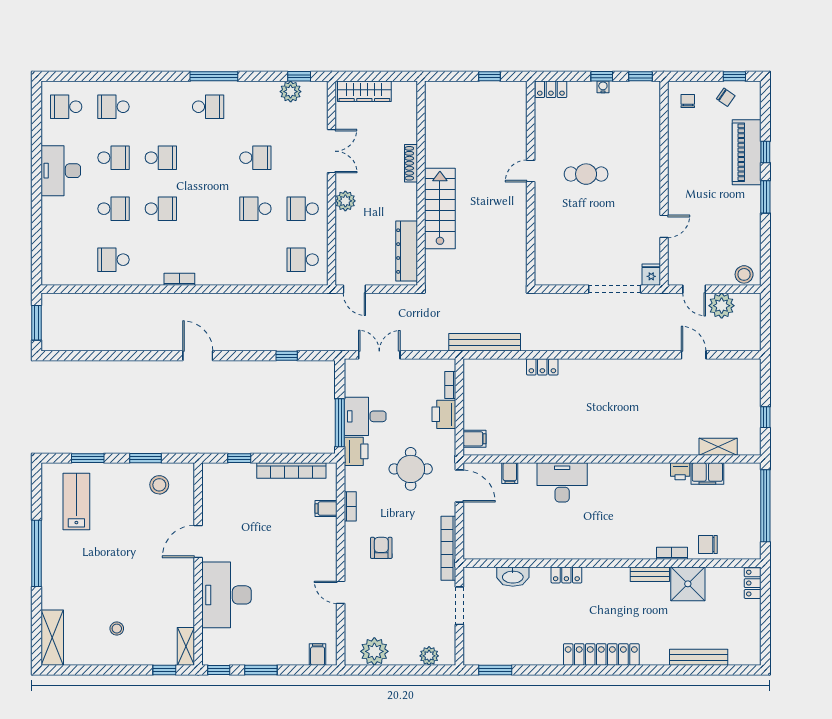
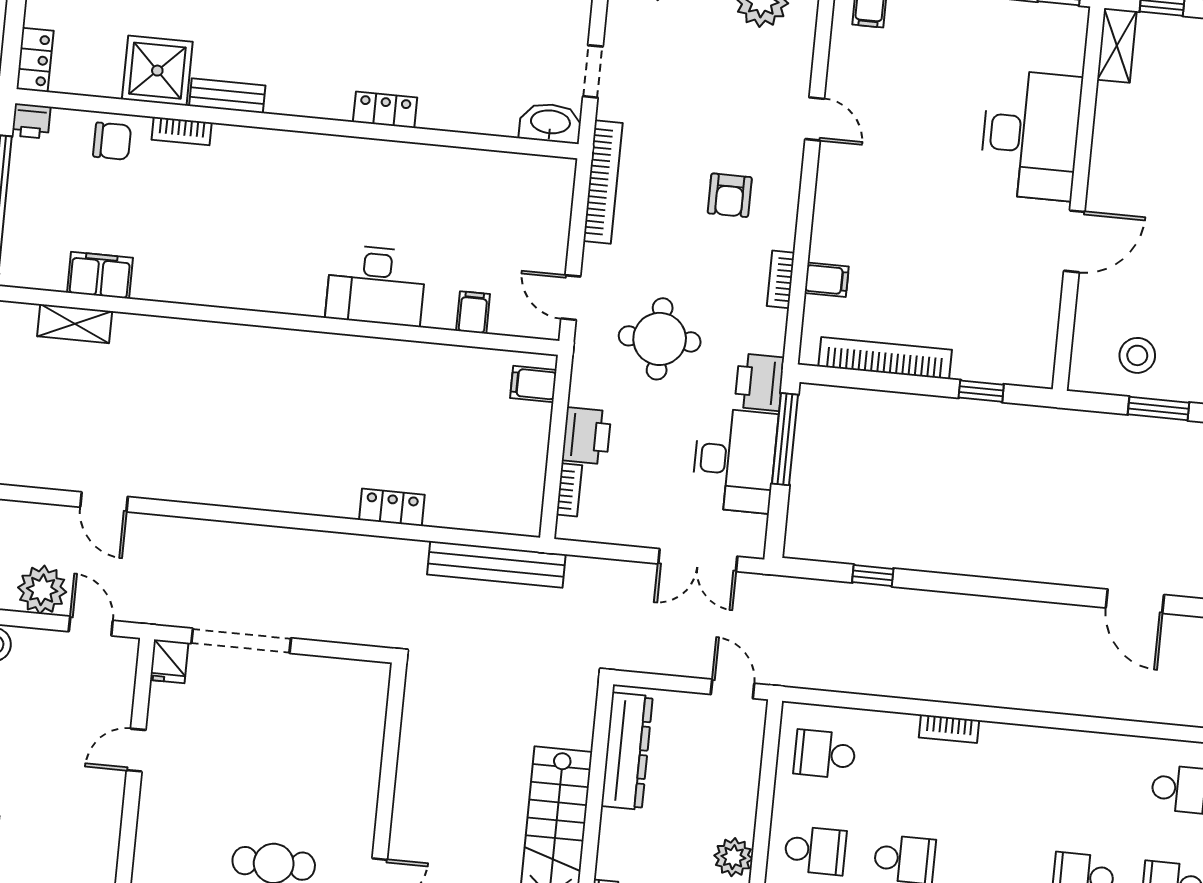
school desk: (303, 260) -> (825, 754), turned 180
bookcase: (179, 279) -> (949, 729), moved
door: (198, 356) -> (1135, 601), moved
desk: (365, 416) -> (735, 460), width x1.37
printer: (680, 471) -> (31, 121), moved, turned 180
door: (459, 486) -> (571, 298), width x0.73
washbasin: (513, 577) -> (550, 123), moved
doorway: (459, 606) -> (593, 71), width x0.73

